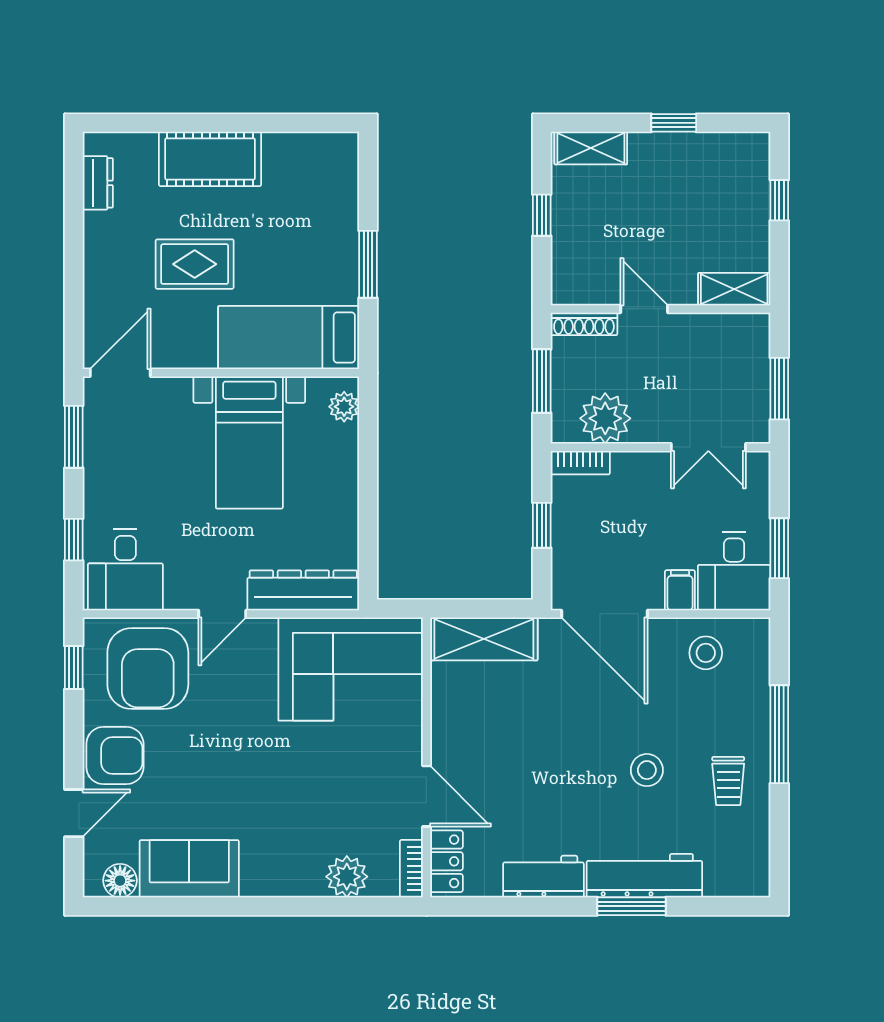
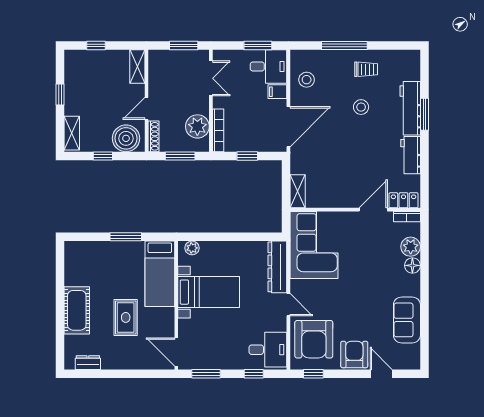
boiler: (580, 265) -> (126, 138), added
bookcase: (580, 463) -> (218, 130), width x1.56
shelving: (484, 639) -> (298, 191), width x0.67, depth x0.75
armchair: (148, 669) -> (314, 339), turned 90
floor lamp: (120, 881) -> (412, 265), moved

